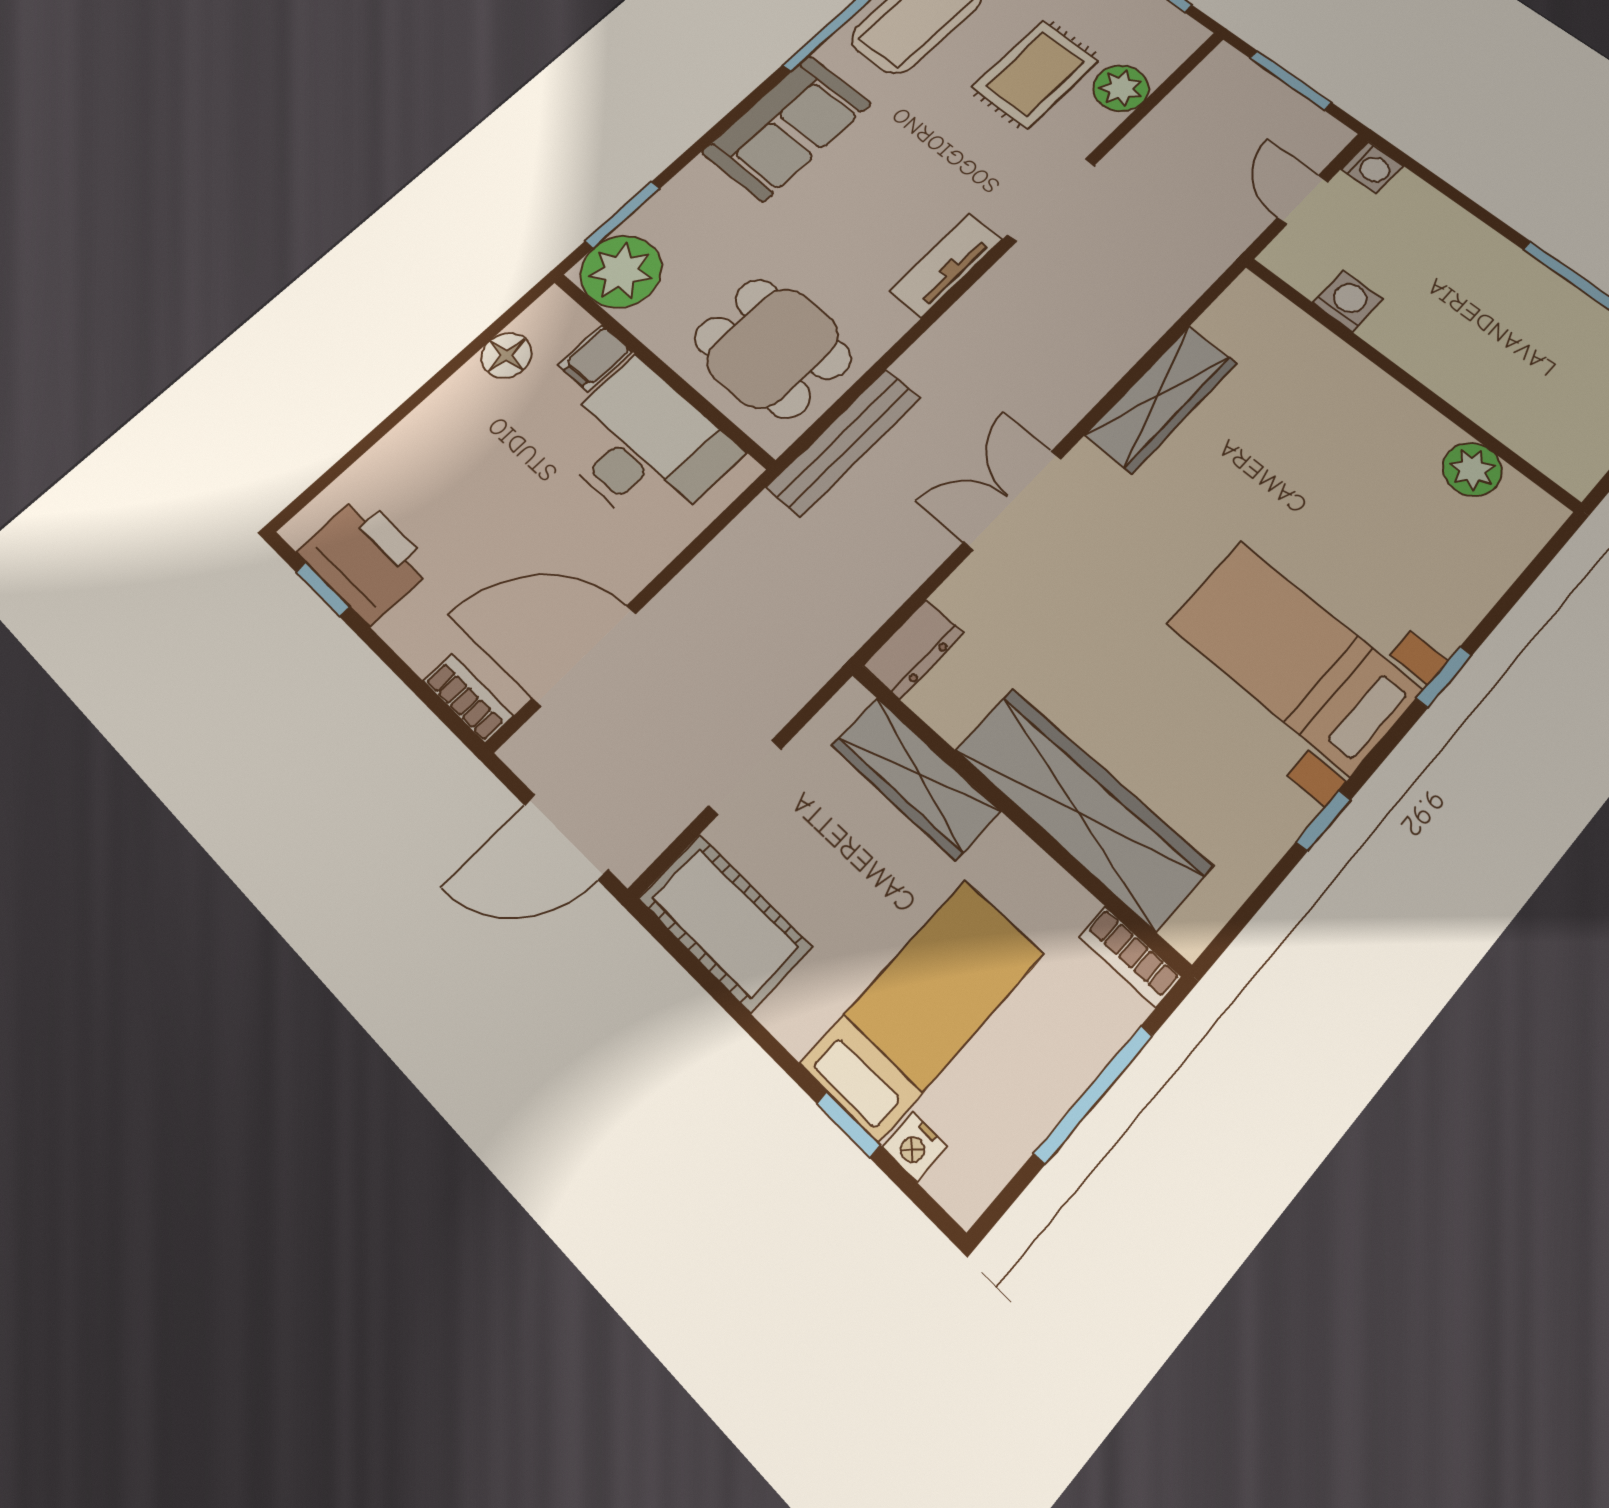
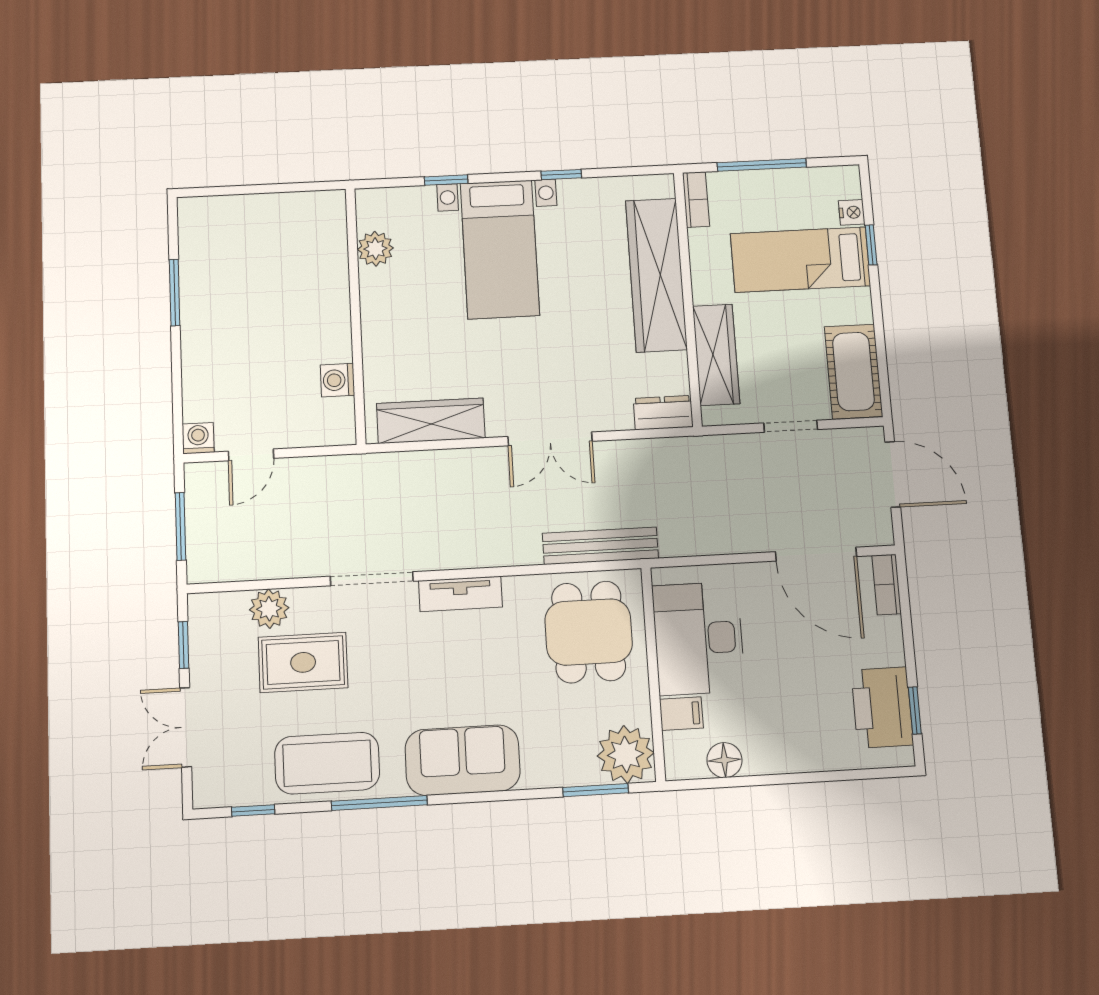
washing machine: (1348, 301) -> (337, 380), moved
wall: (1408, 381) -> (356, 315), moved
plant: (1472, 469) -> (375, 249), moved

